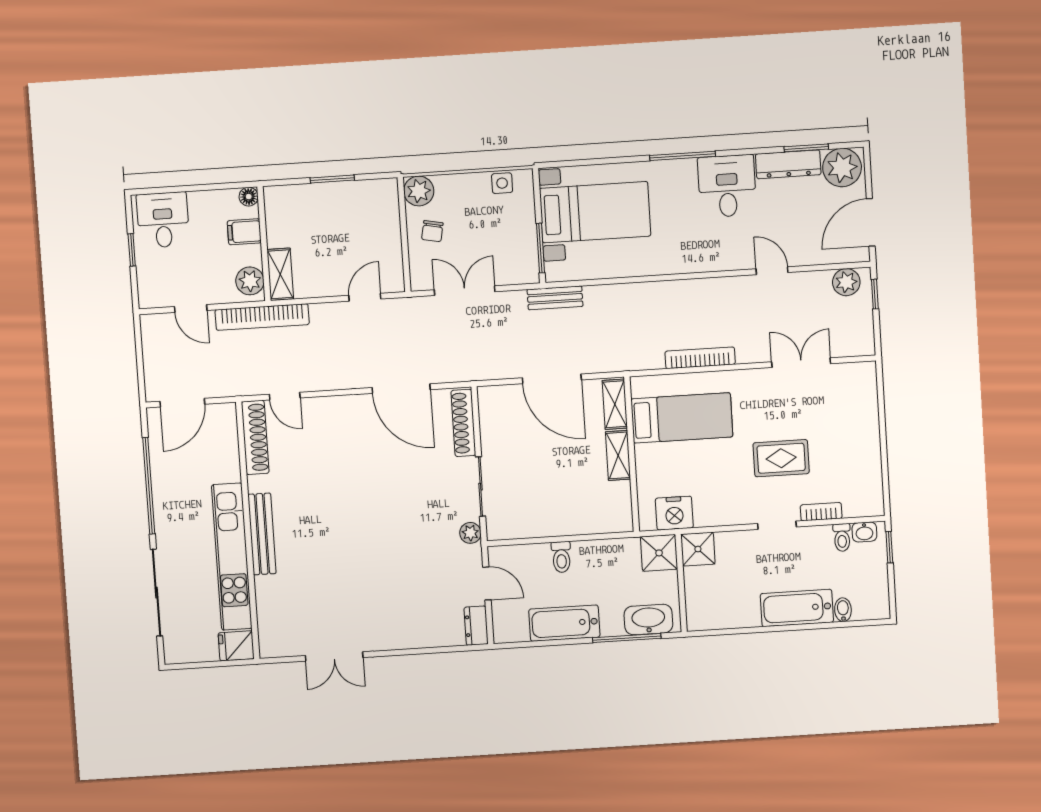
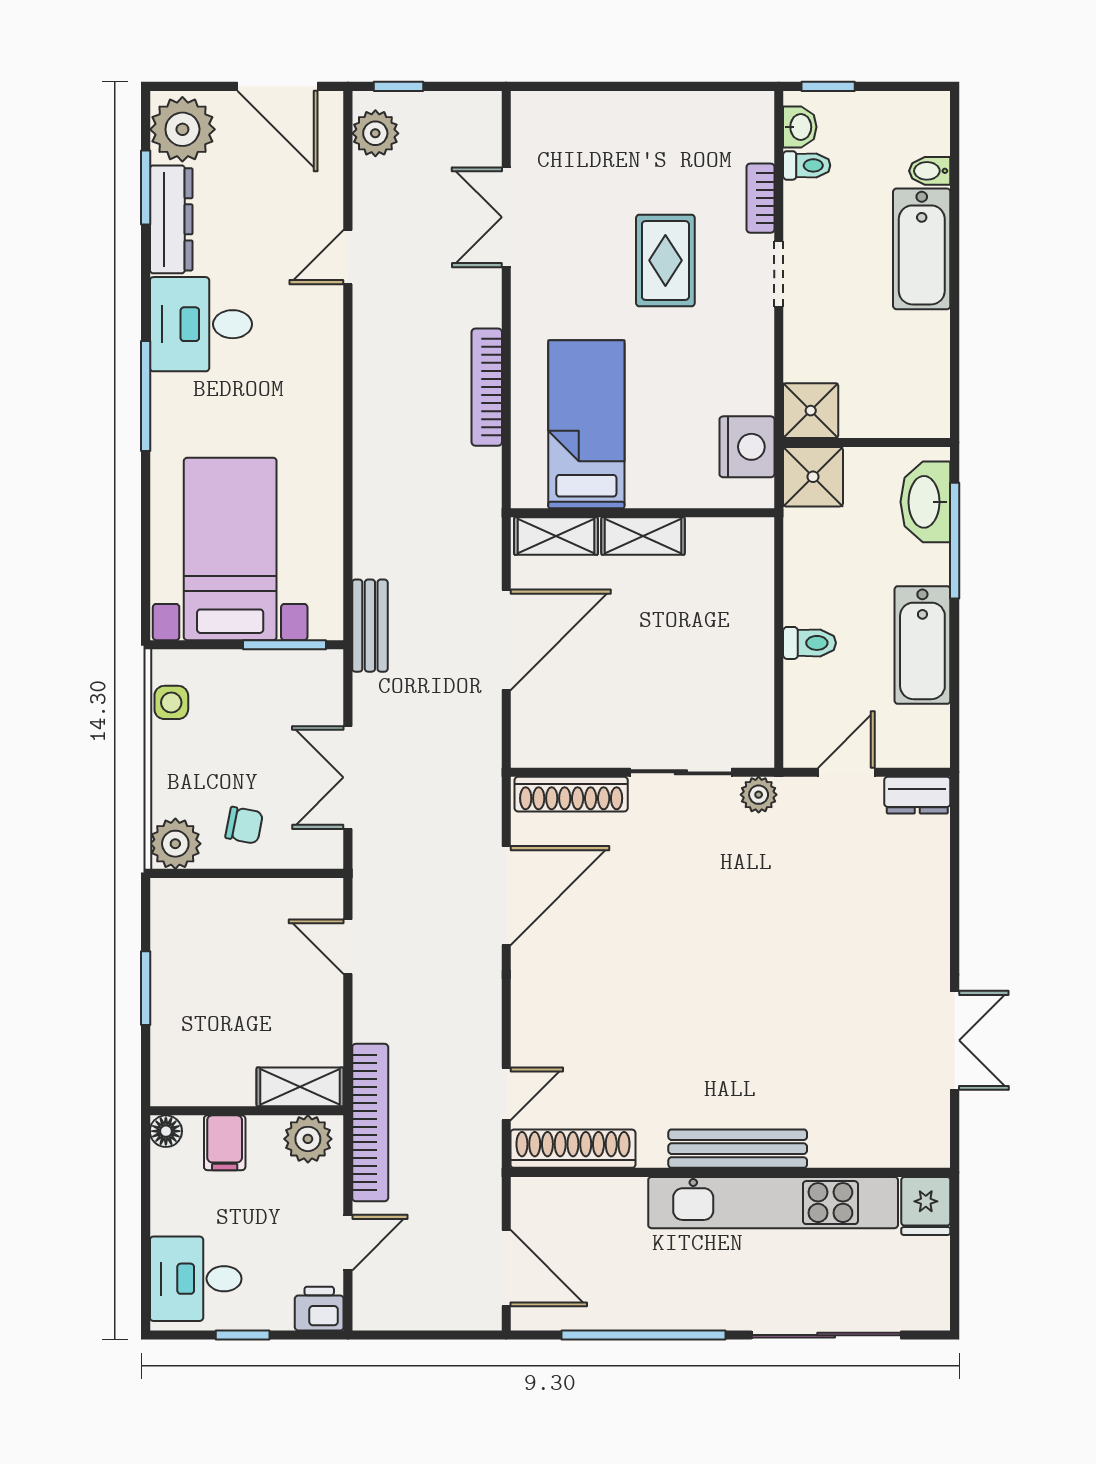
printer: (151, 294) -> (319, 1309), added

